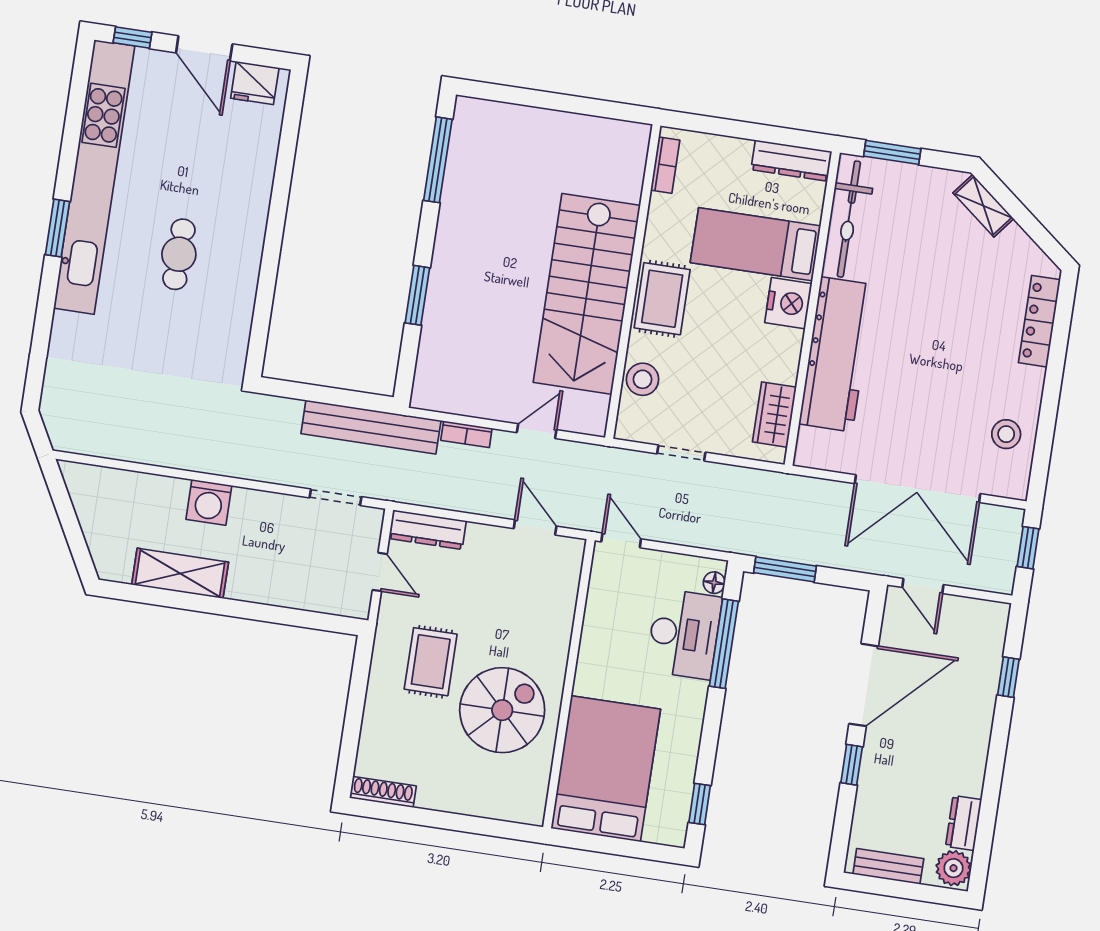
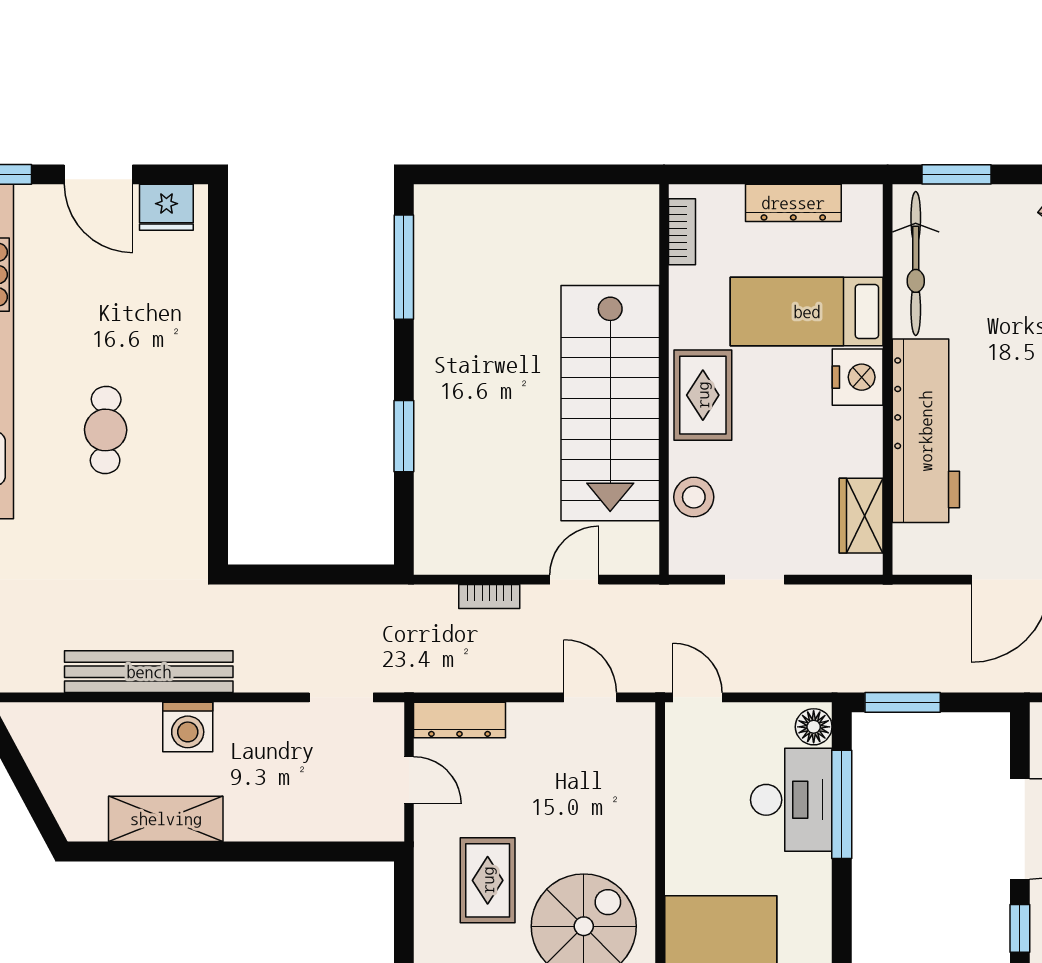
dresser: (791, 161) -> (793, 203), moved
bench: (371, 427) -> (149, 672), moved
floor lamp: (714, 583) -> (814, 727), width x1.37, depth x1.37

